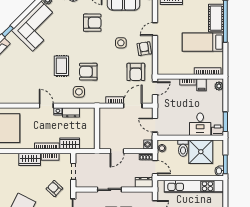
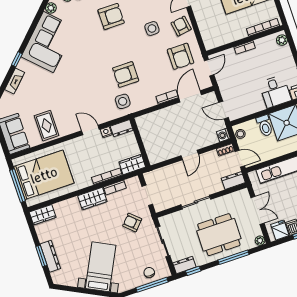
rug: (61, 66) -> (47, 126), moved
filing cabinet: (202, 85) -> (261, 45), removed
wall: (97, 128) -> (140, 143), moved

